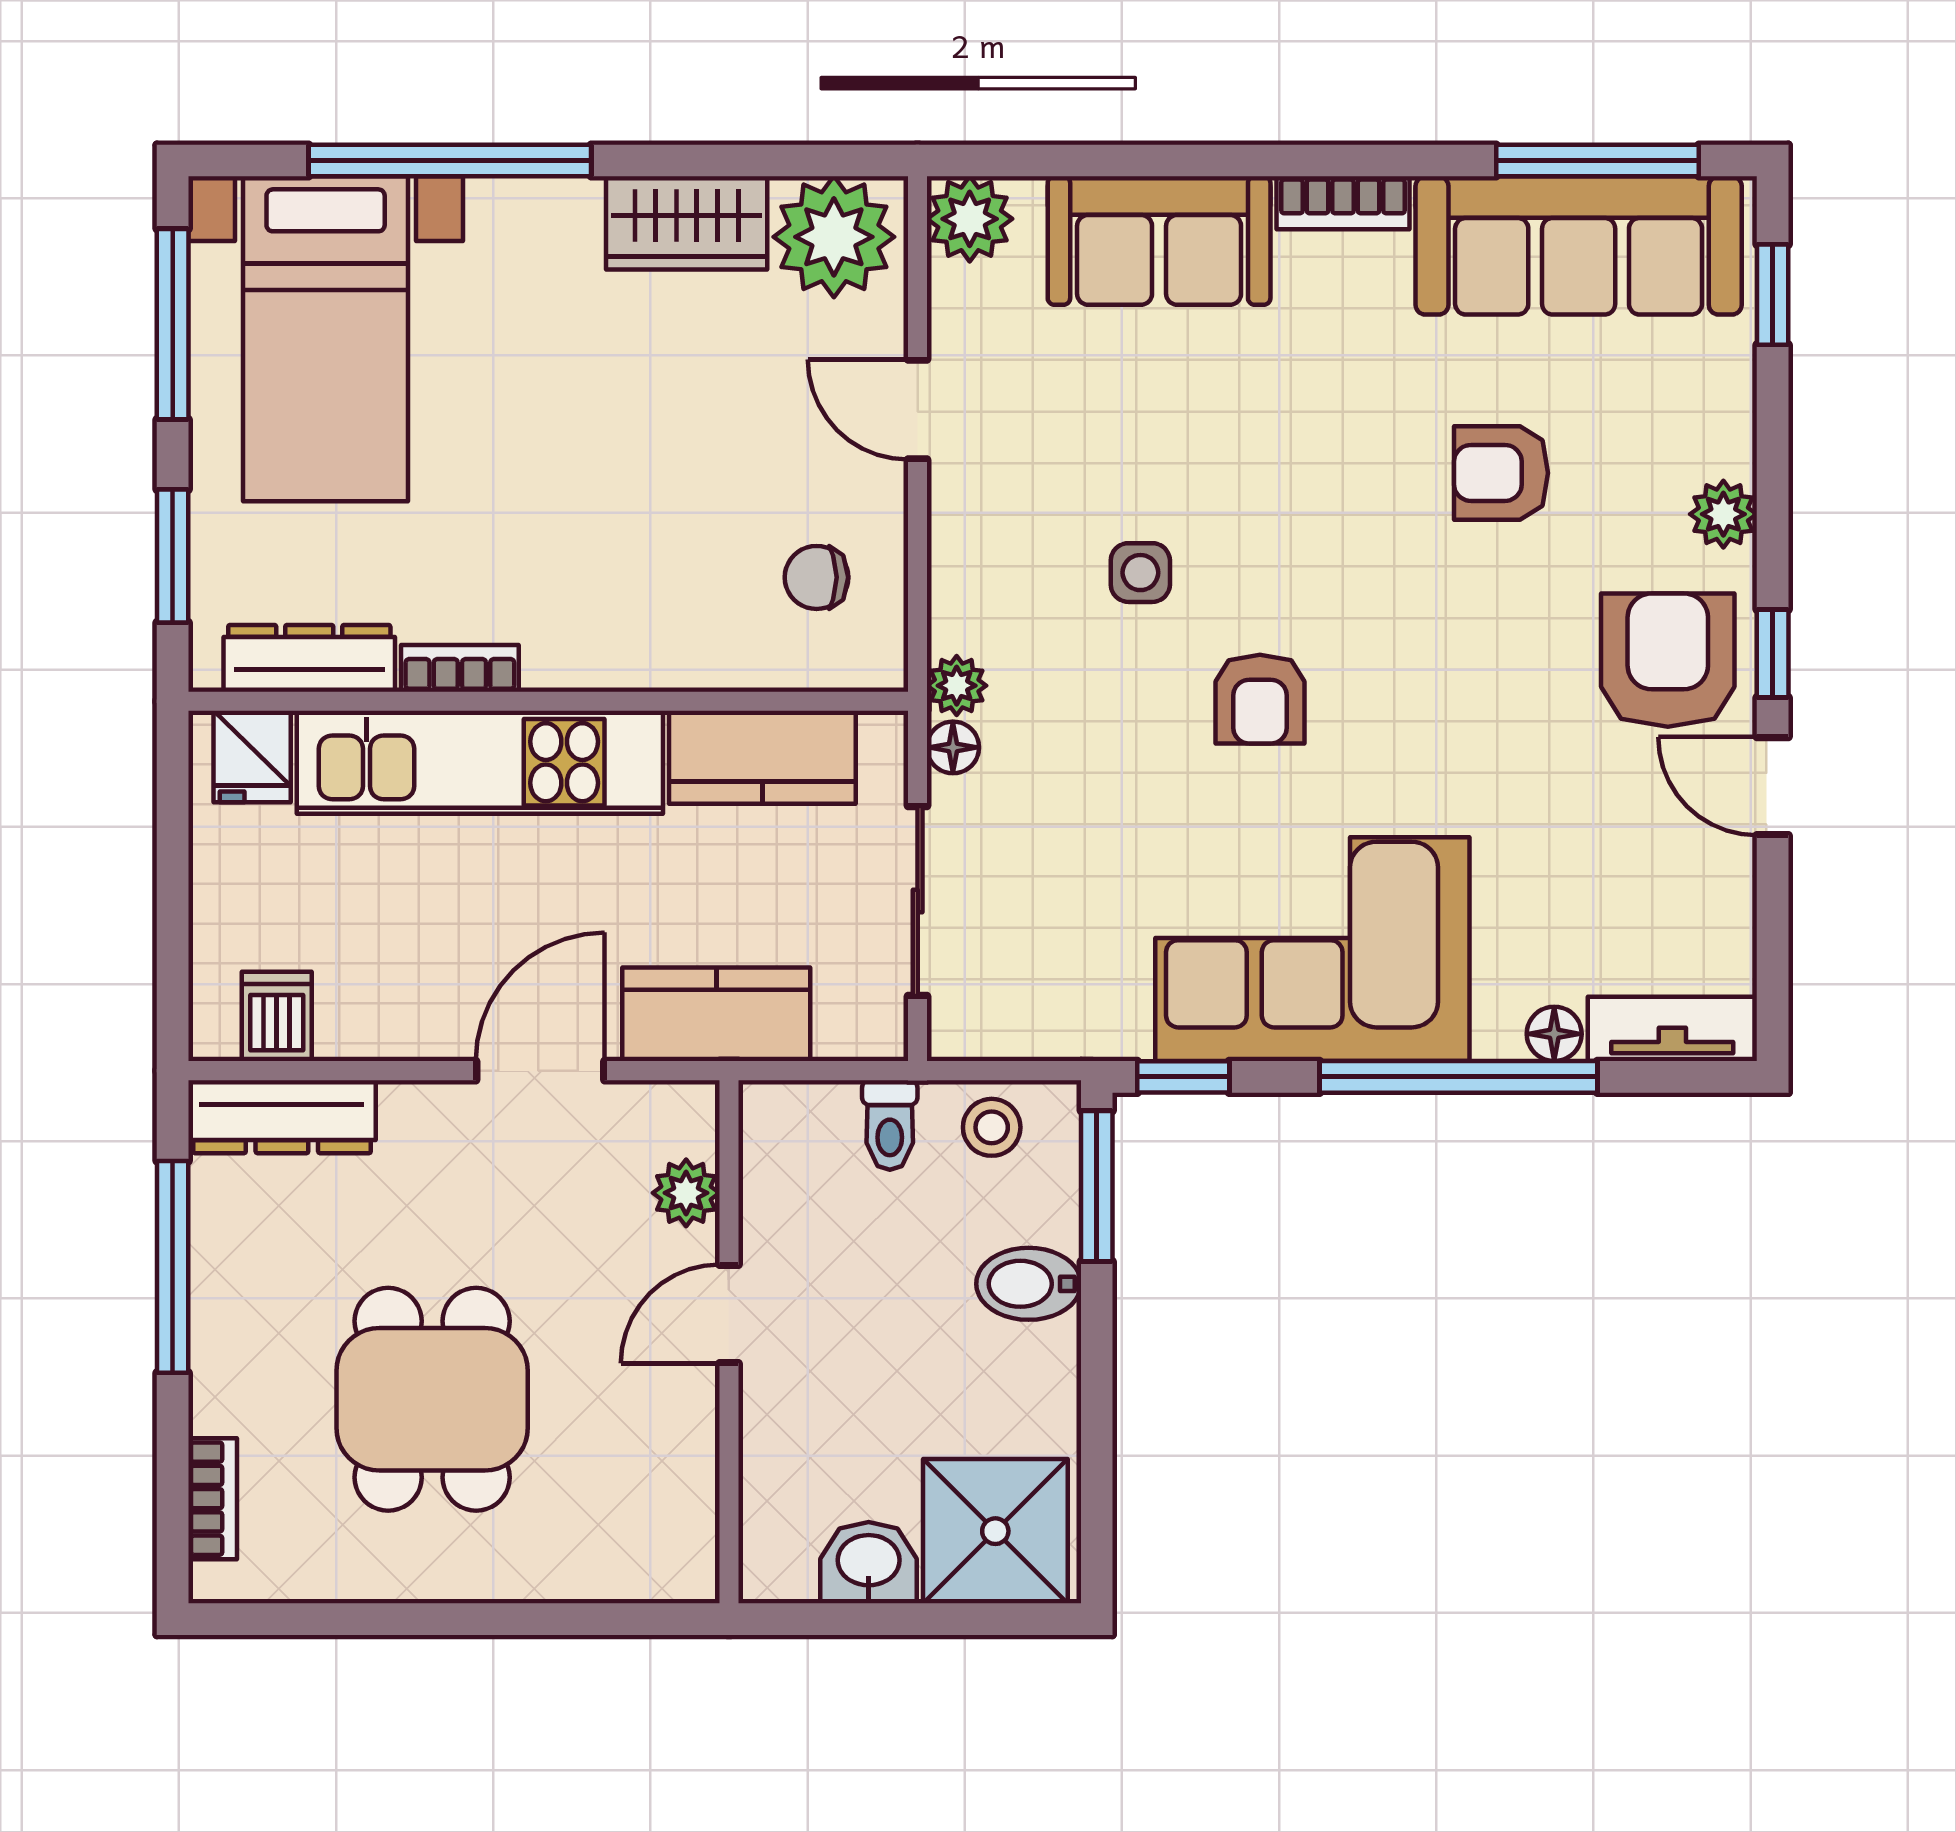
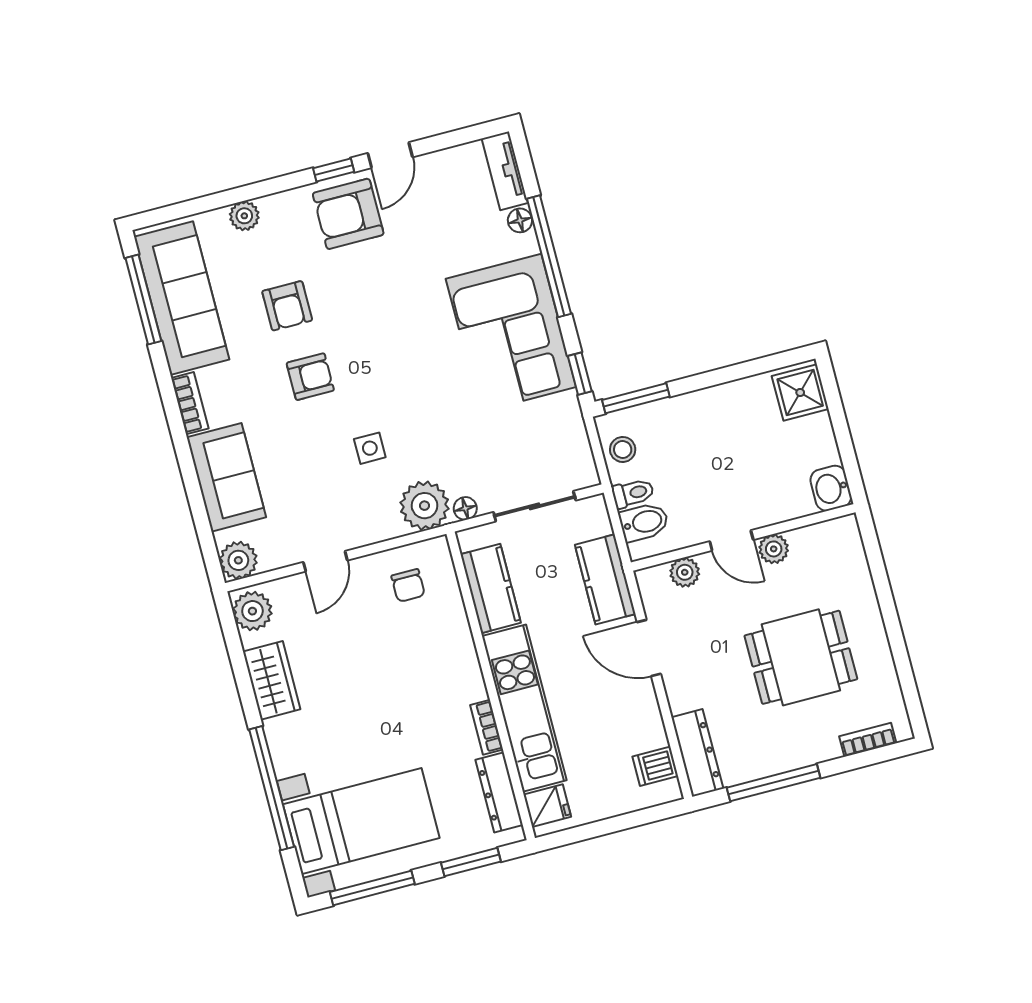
plant: (834, 237) -> (252, 611), width x0.73, depth x0.73
window: (1773, 295) -> (181, 210), removed
plant: (1723, 514) -> (244, 216), moved
plant: (957, 686) -> (424, 506), width x1.88, depth x1.88
armchair: (1260, 699) -> (310, 377), moved
bidet: (1029, 1284) -> (644, 522), moved, turned -90
plant: (686, 1402) -> (774, 549), added
shower: (995, 1531) -> (800, 393), width x0.73, depth x0.73
washbasin: (869, 1563) -> (831, 488), moved

